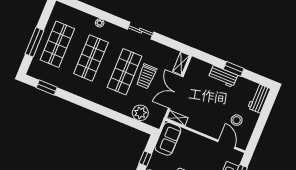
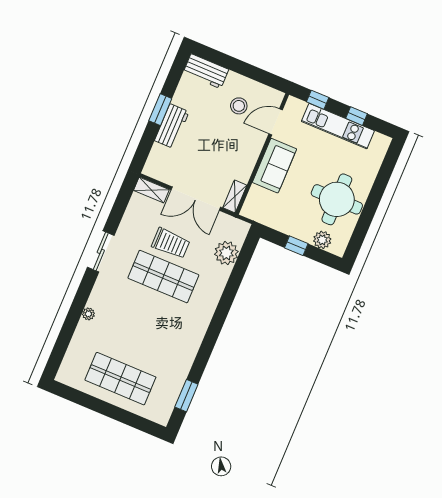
window: (35, 42) -> (117, 413), removed
shop shelf: (91, 58) -> (142, 328), removed
sofa: (168, 139) -> (274, 166), moved, turned 90

